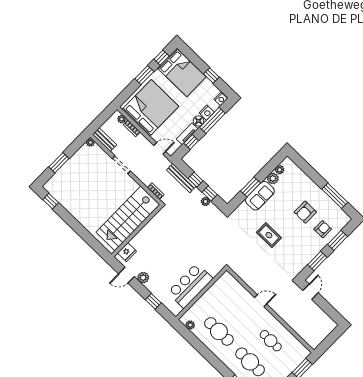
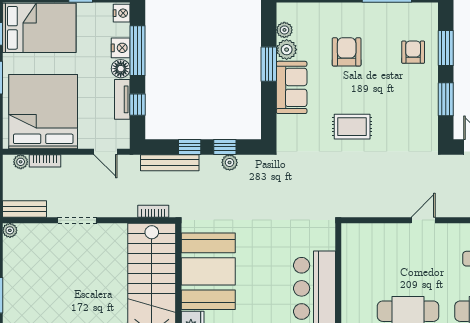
door: (160, 148) -> (105, 152), swing flipped
window: (250, 187) -> (269, 64), moved
armchair: (305, 212) -> (347, 52), moved, turned 180
booth: (154, 237) -> (208, 271), added

